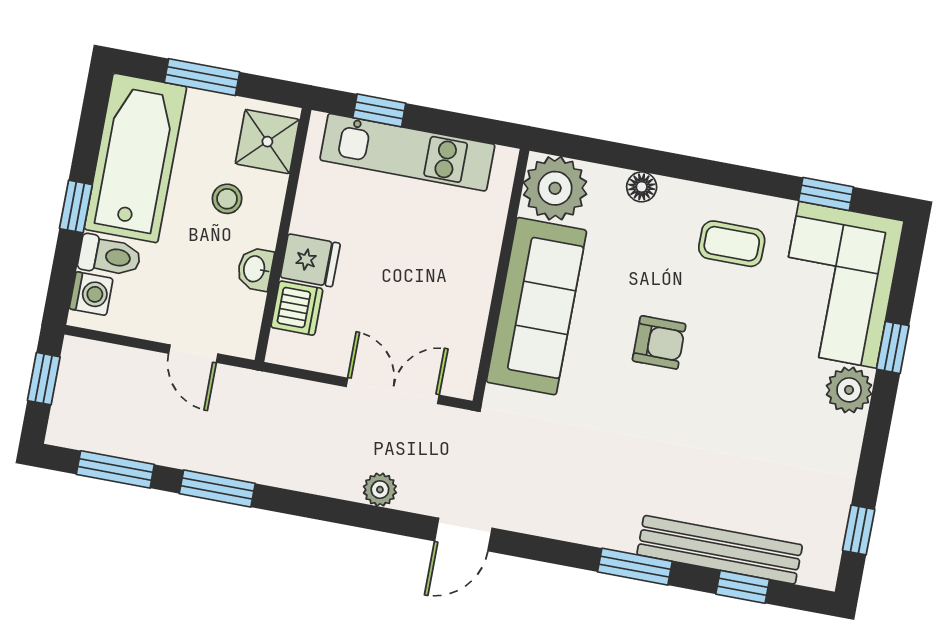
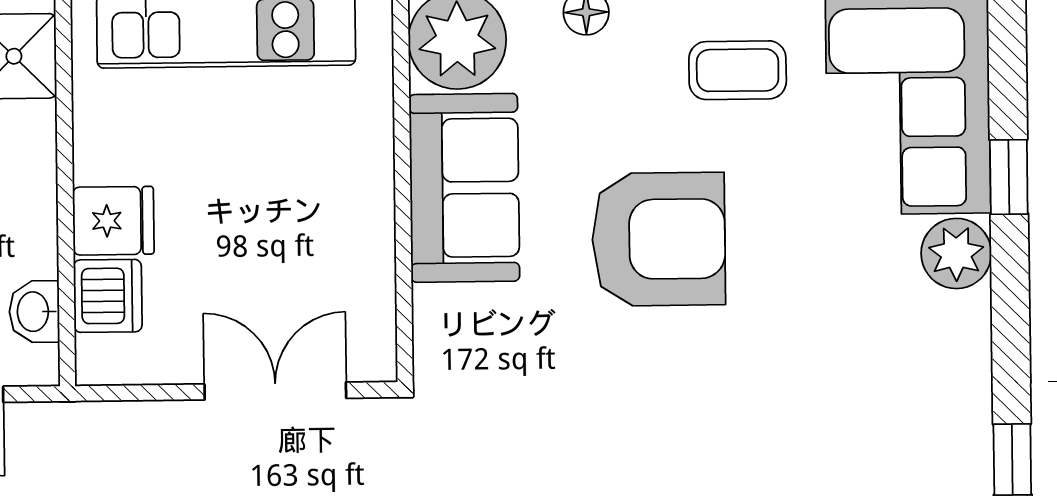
washbasin: (255, 269) -> (34, 312), moved
sofa: (536, 306) -> (464, 188), width x0.73
armchair: (659, 342) -> (659, 239), width x1.88, depth x1.88

